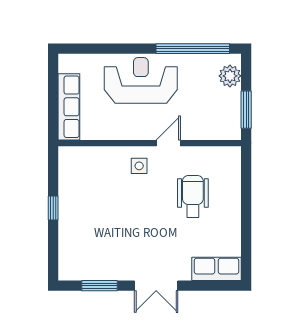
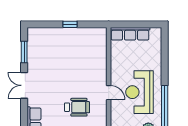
reception desk: (141, 80) -> (139, 92), moved, turned 180
side table: (139, 166) -> (95, 75), removed

